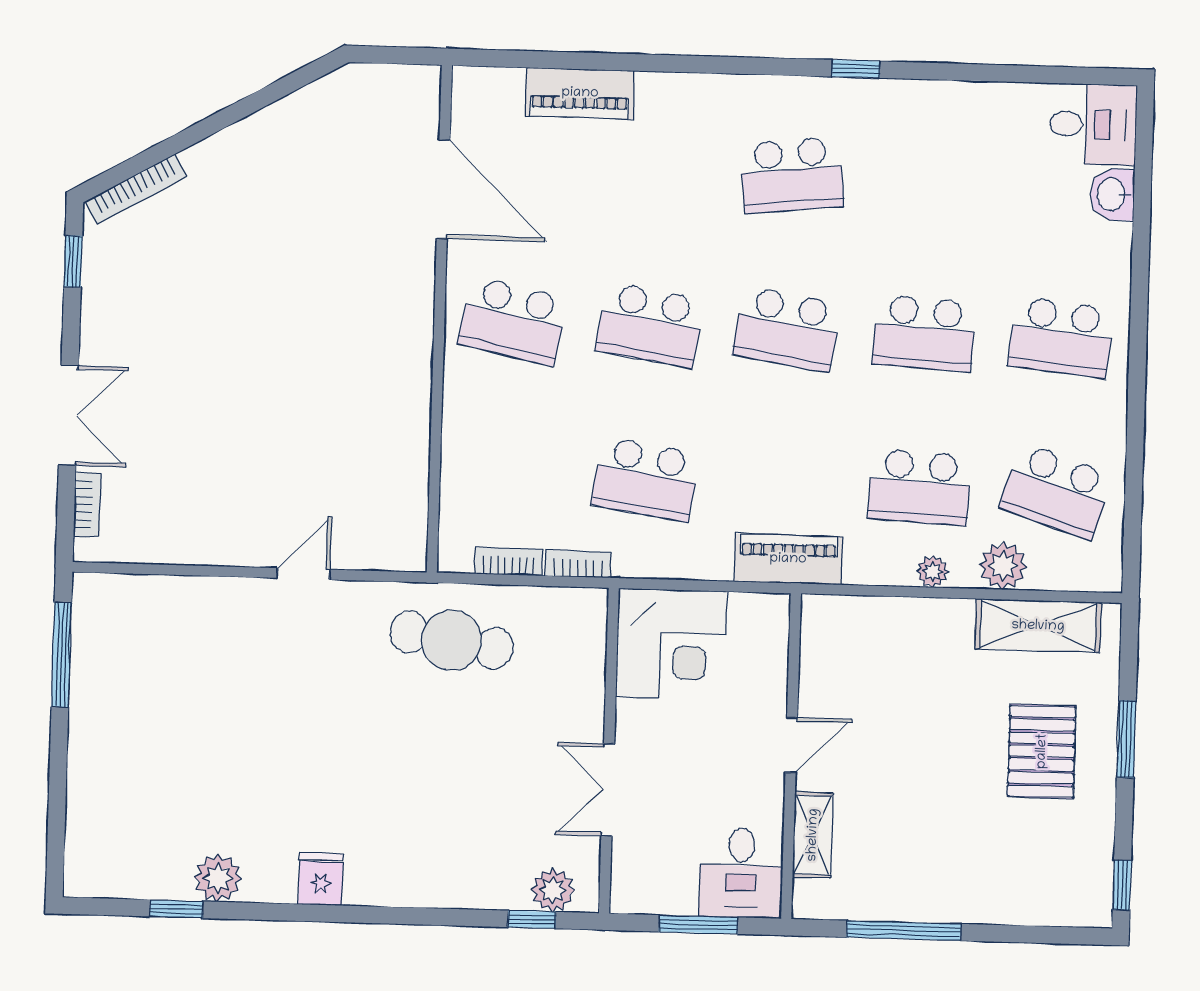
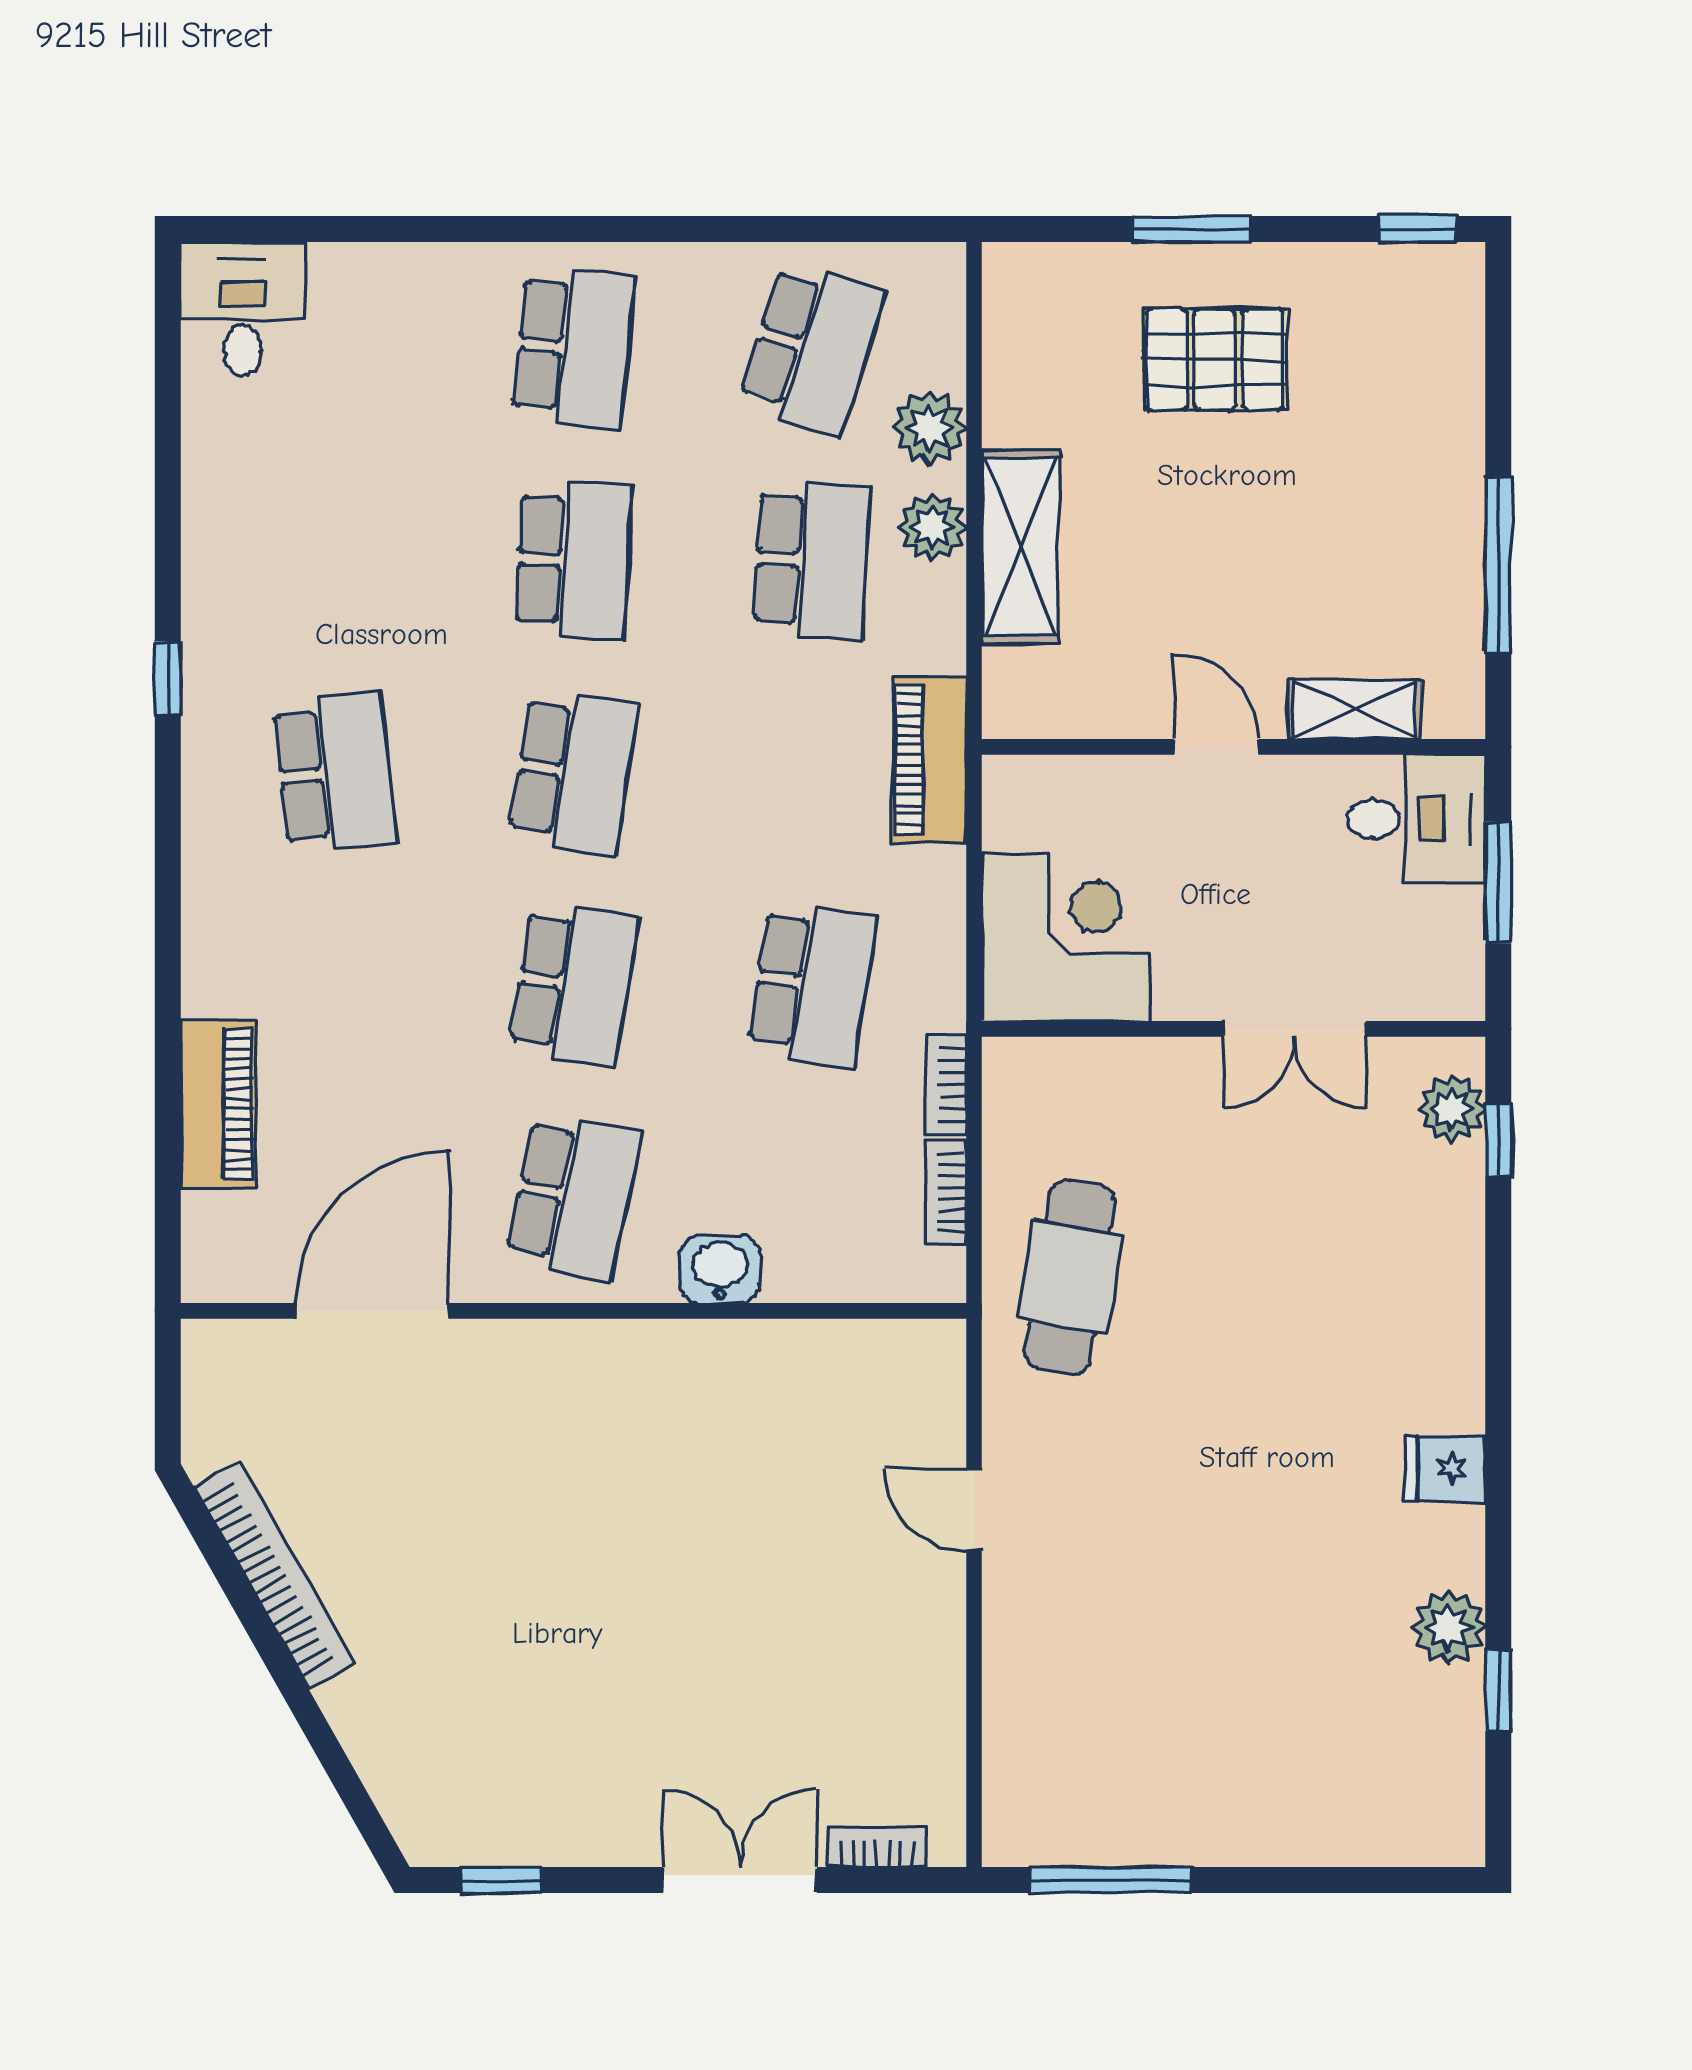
bookcase: (136, 189) -> (275, 1576), moved, width x1.48, depth x1.31
washbasin: (1112, 194) -> (720, 1269), moved, turned 180
plant: (933, 572) -> (932, 527), width x1.38, depth x1.38
shelving: (1038, 626) -> (1020, 547), moved

